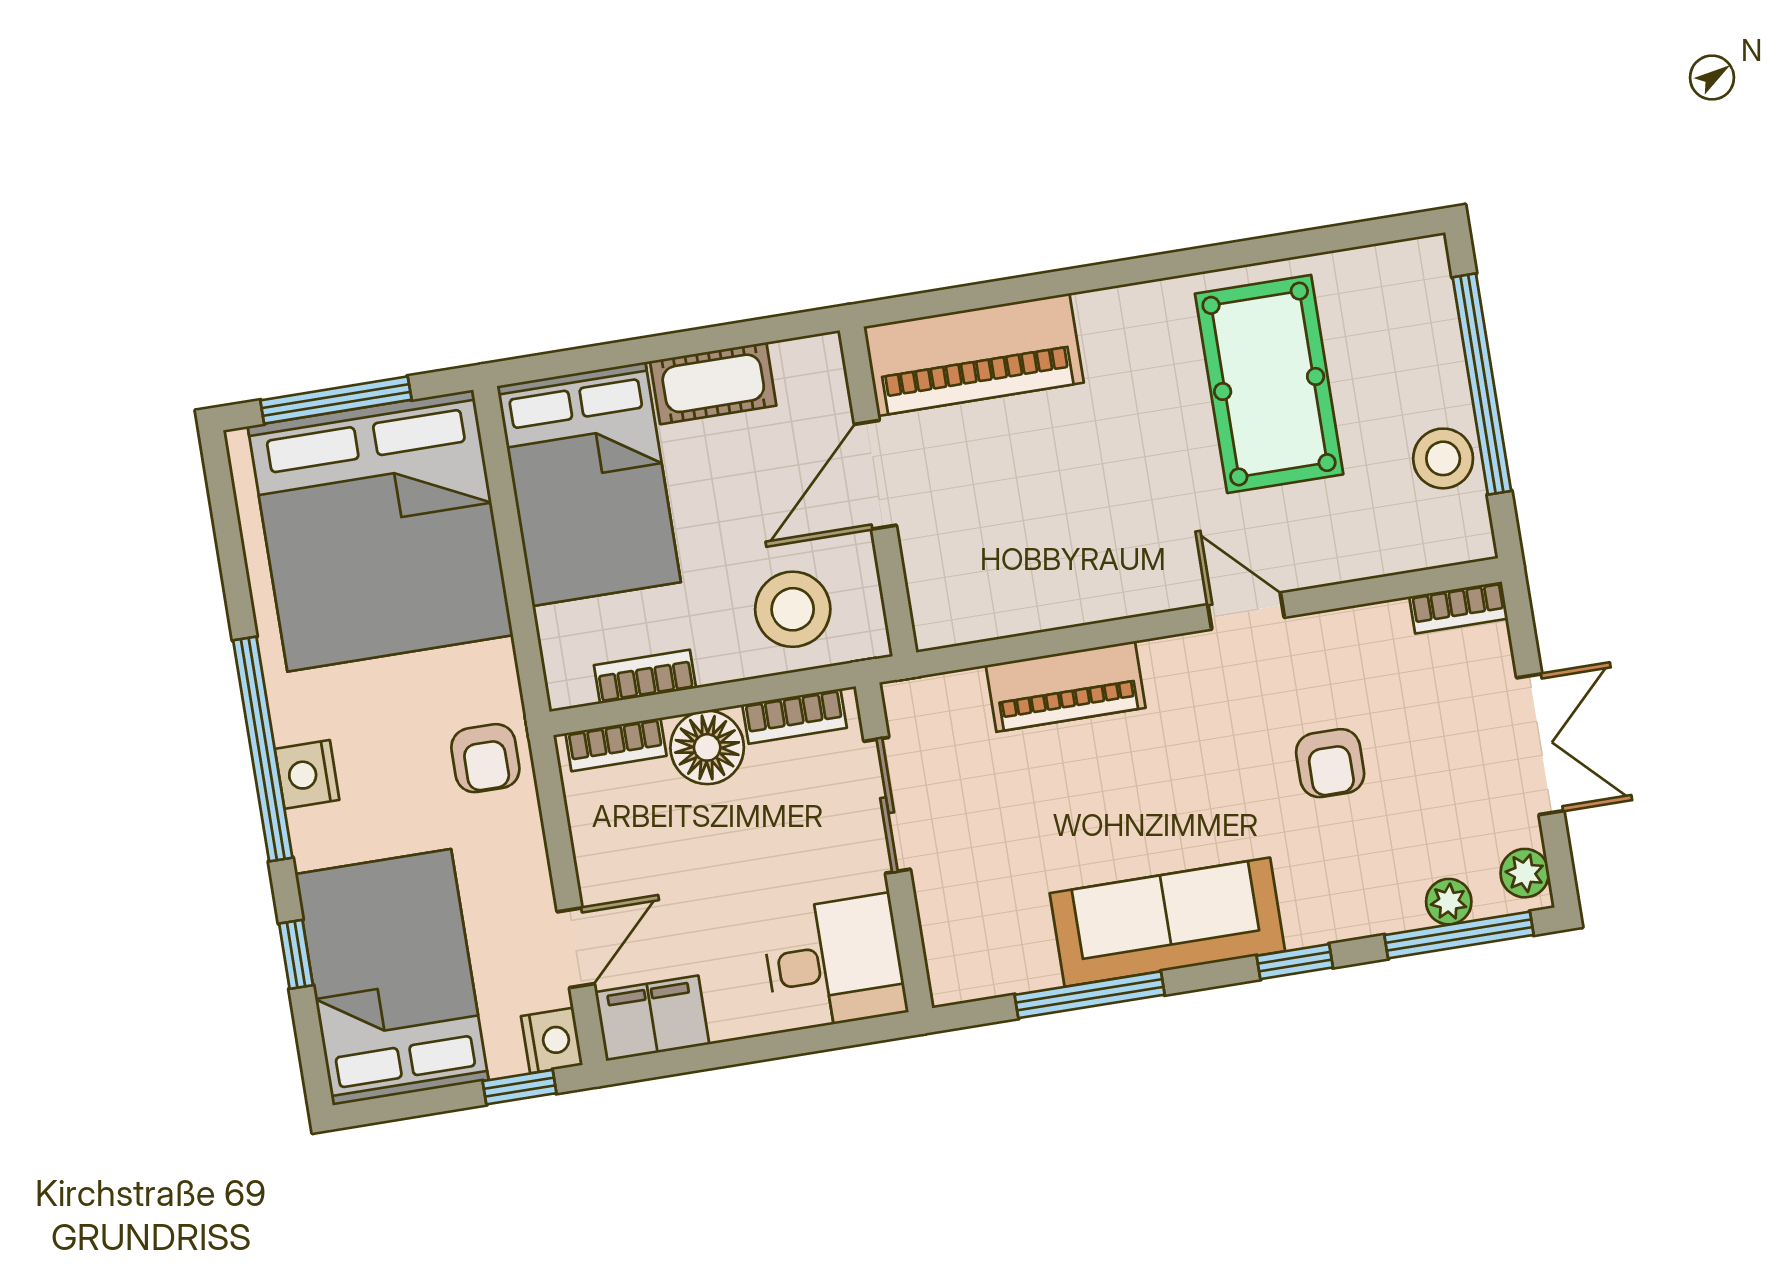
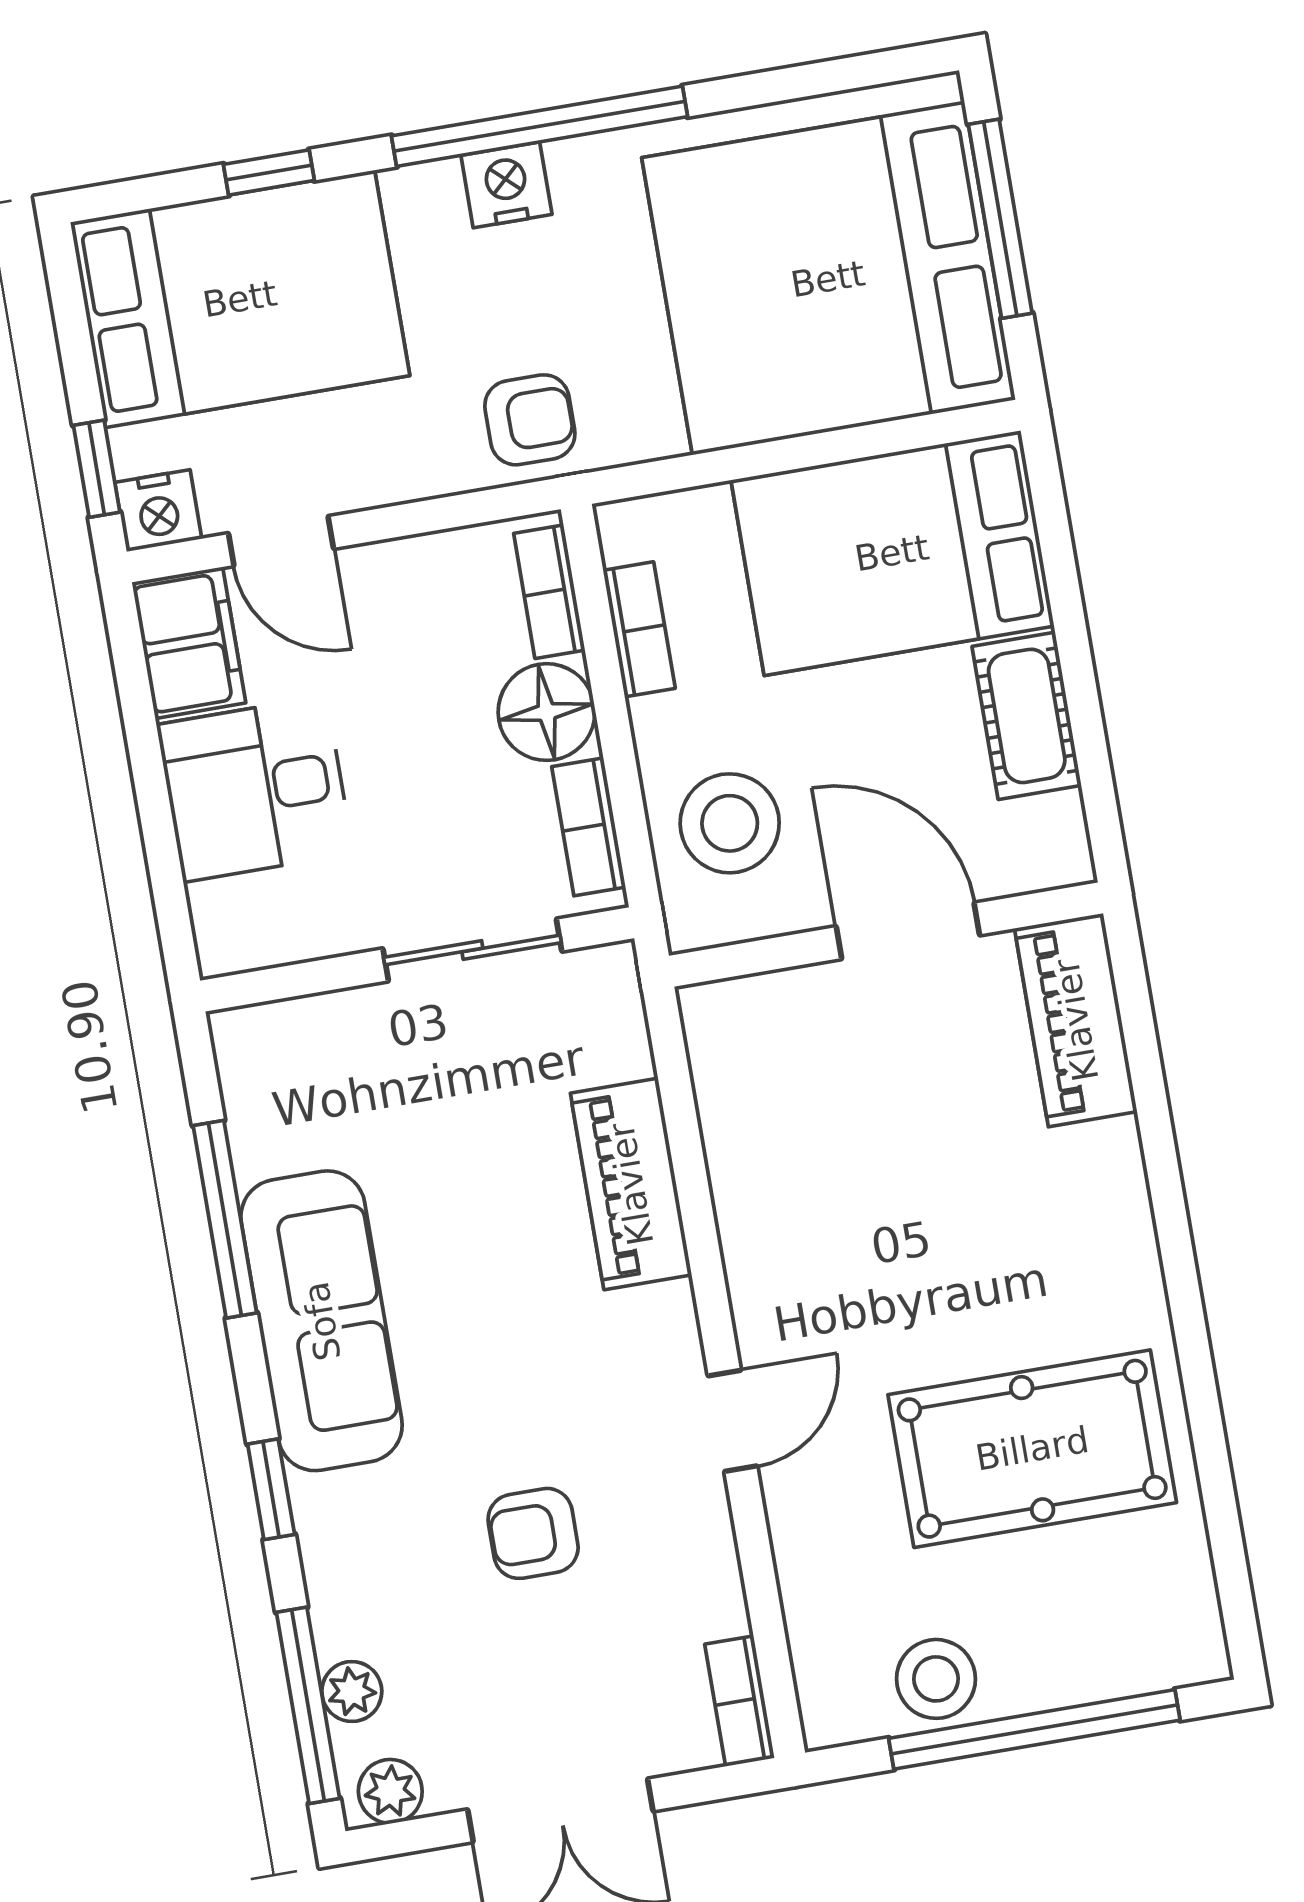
piano: (974, 355) -> (1076, 1020), width x0.73, depth x0.75
armchair: (485, 758) -> (530, 420), turned 180
desk: (834, 963) -> (255, 789), moved, turned 90

